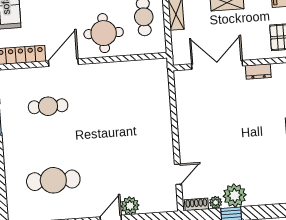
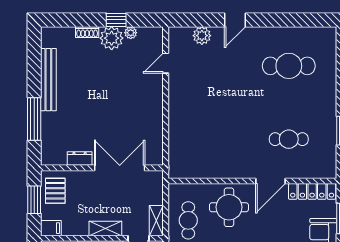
double door: (217, 65) -> (120, 168), swing flipped
shoe rack: (196, 204) -> (87, 32), moved
plant: (130, 206) -> (202, 36), moved

